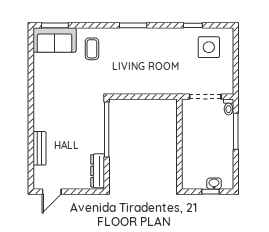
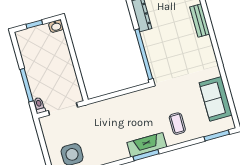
fireplace: (129, 36) -> (147, 145), added
sofa: (55, 40) -> (216, 99), moved, turned -90
washbasin: (214, 184) -> (56, 26), moved

